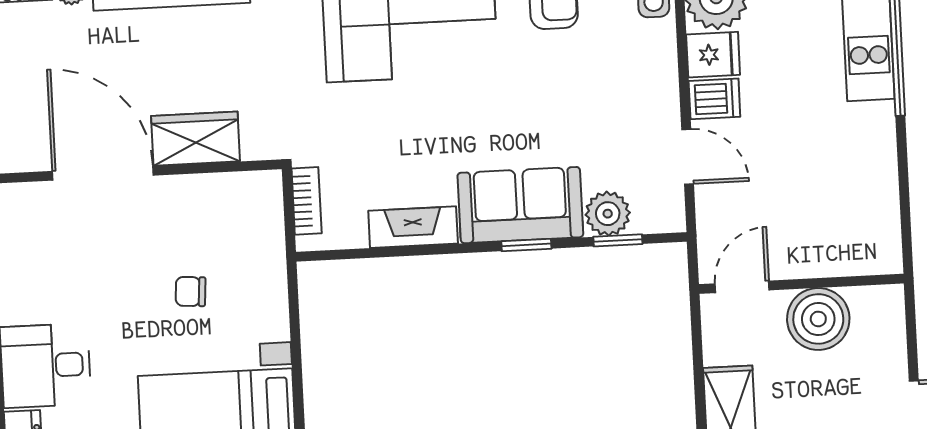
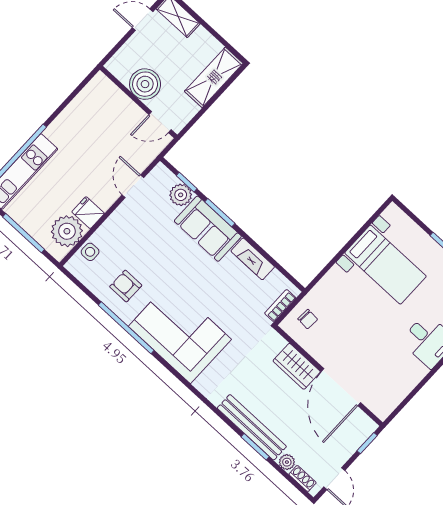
dishwasher: (714, 99) -> (103, 197), removed
window: (526, 245) -> (220, 213), width x1.50
chair: (191, 292) -> (308, 319), moved

